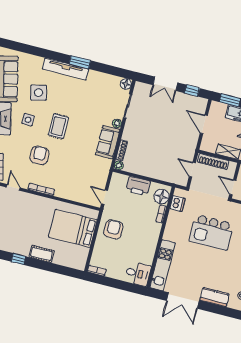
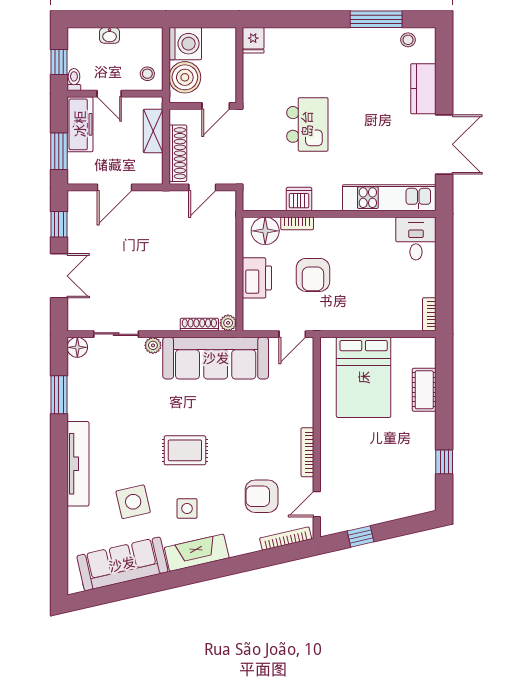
window: (80, 62) -> (59, 395), moved
sofa: (108, 142) -> (216, 358), width x1.85, depth x1.27
armchair: (39, 155) -> (262, 496), moved
dishwasher: (177, 203) -> (299, 199), moved
armchair: (113, 229) -> (313, 275), moved, turned -90
kitchen island: (211, 232) -> (307, 124), width x0.73, depth x0.78
cot: (42, 254) -> (424, 390), moved

